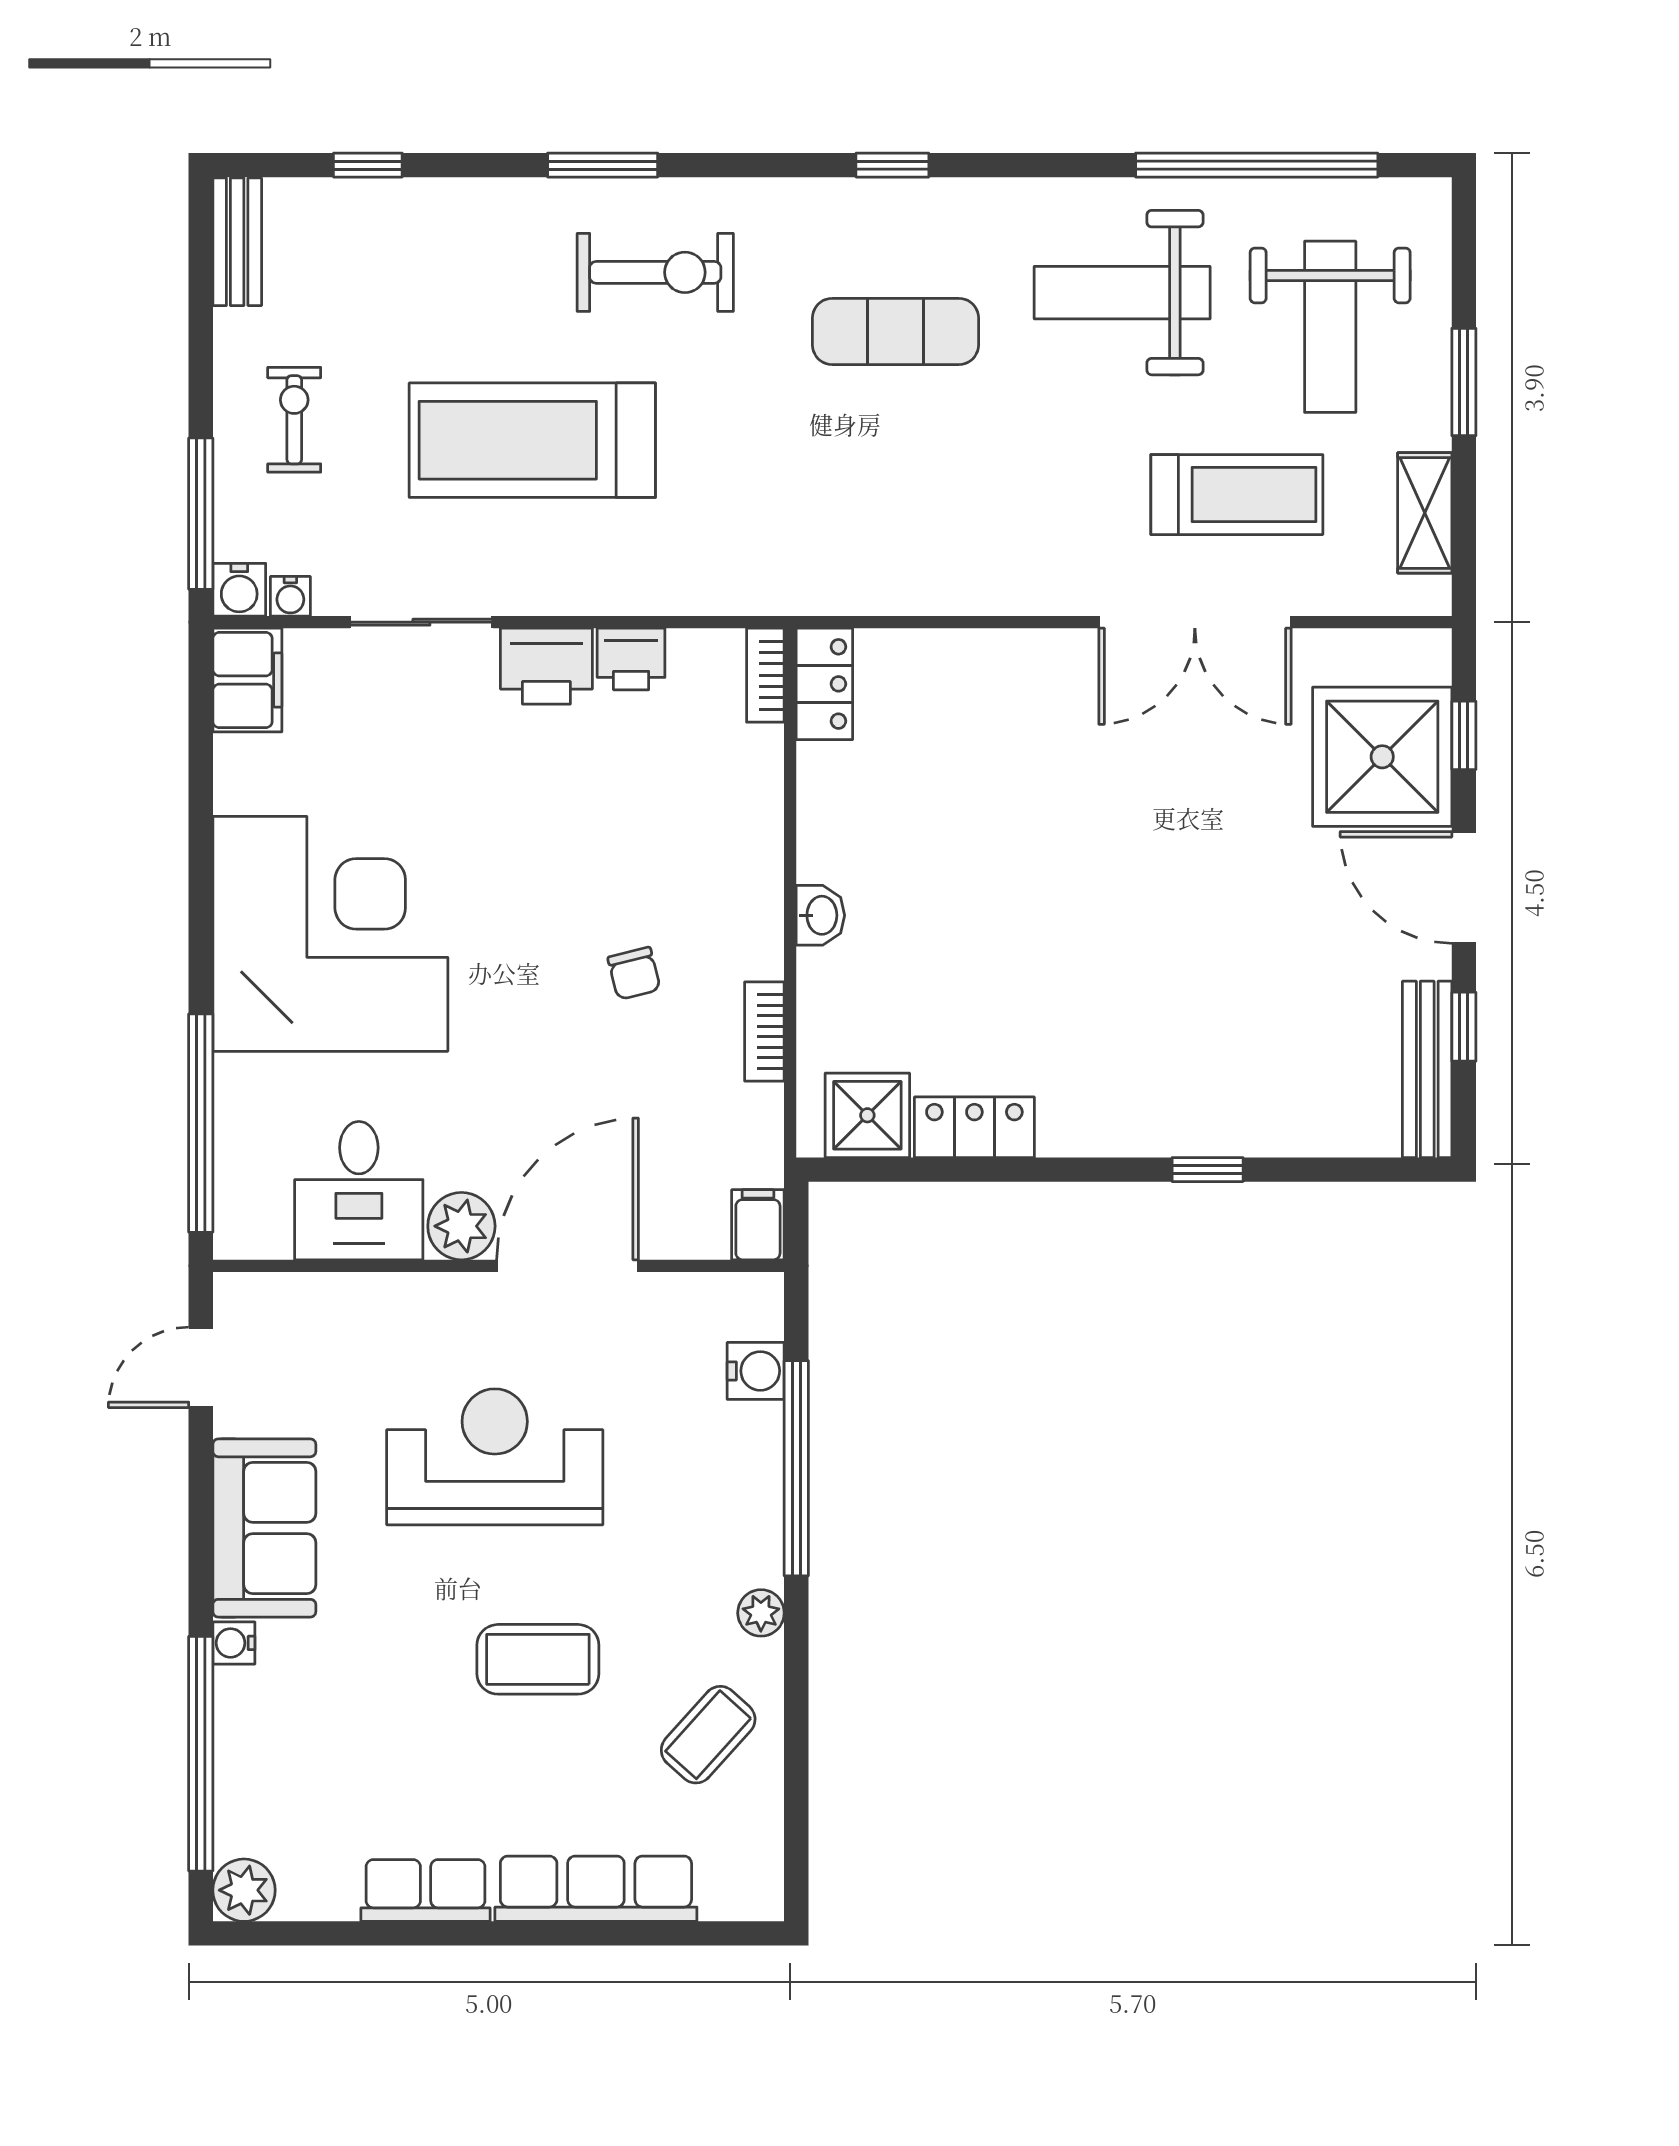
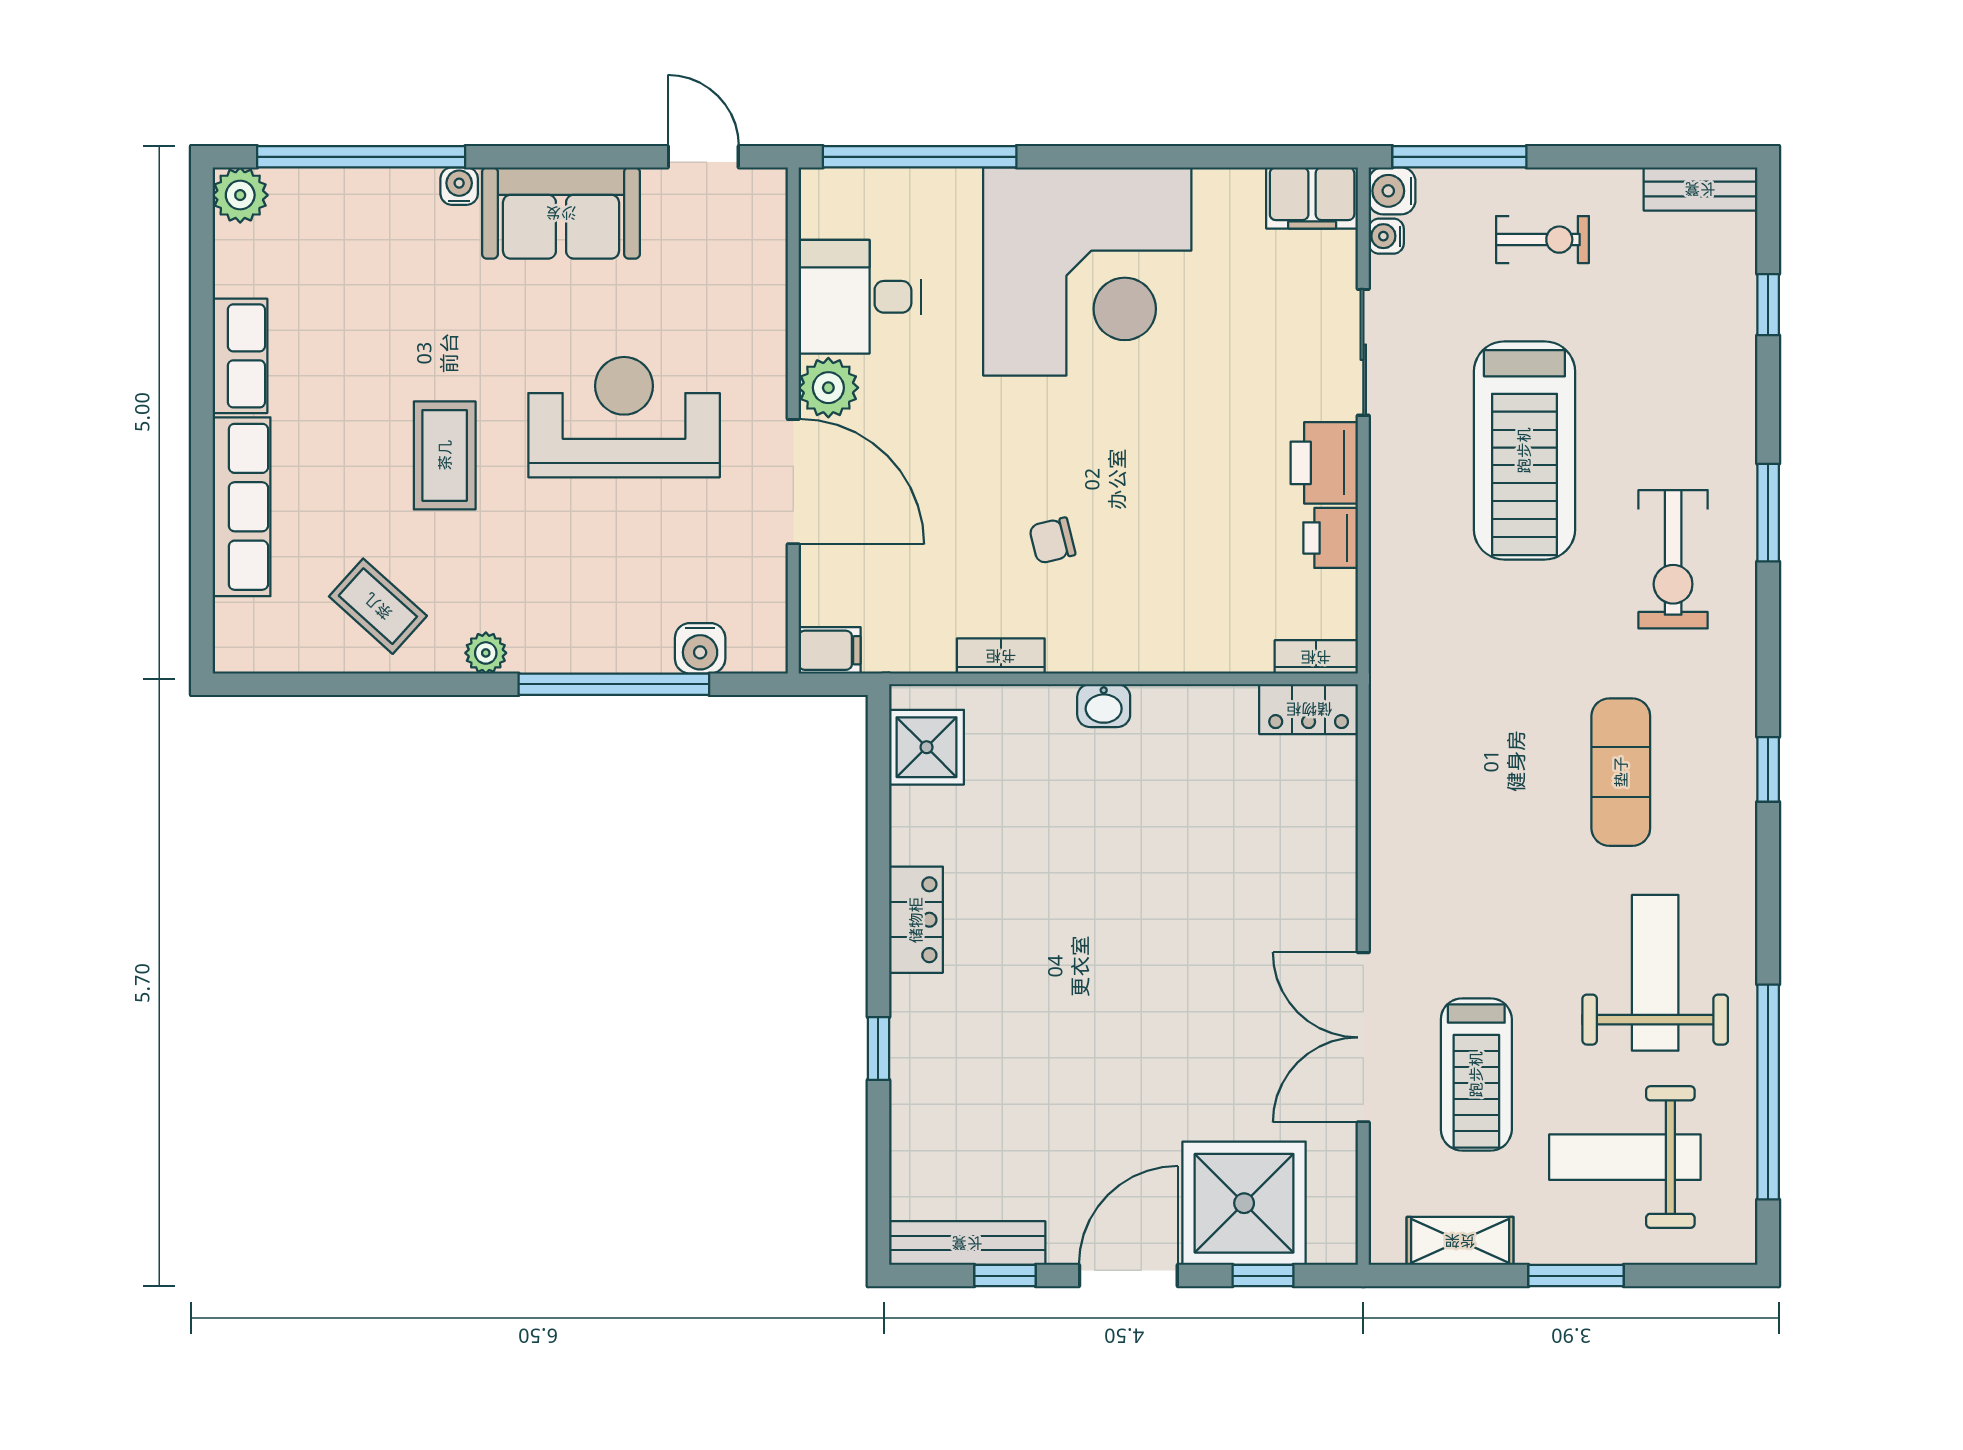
treadmill: (532, 440) -> (1524, 450), turned 180
locker: (974, 1127) -> (916, 920), moved
reception desk: (495, 1457) -> (624, 417), turned -90

